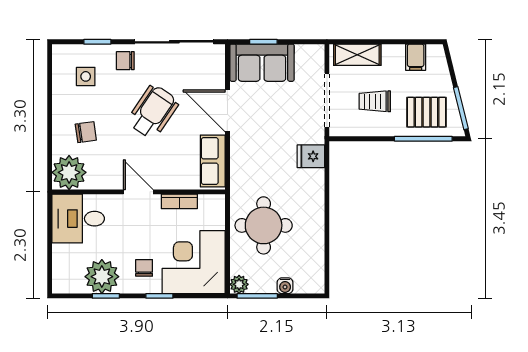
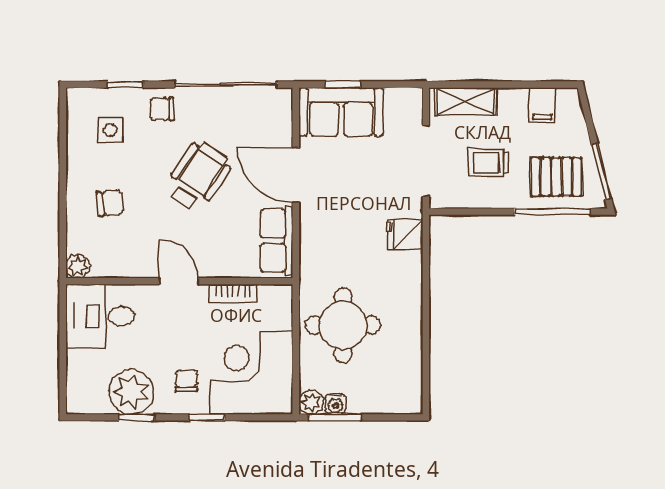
plant: (69, 172) -> (78, 266), width x0.53, depth x0.53
water cooler: (285, 286) -> (336, 404), moved

